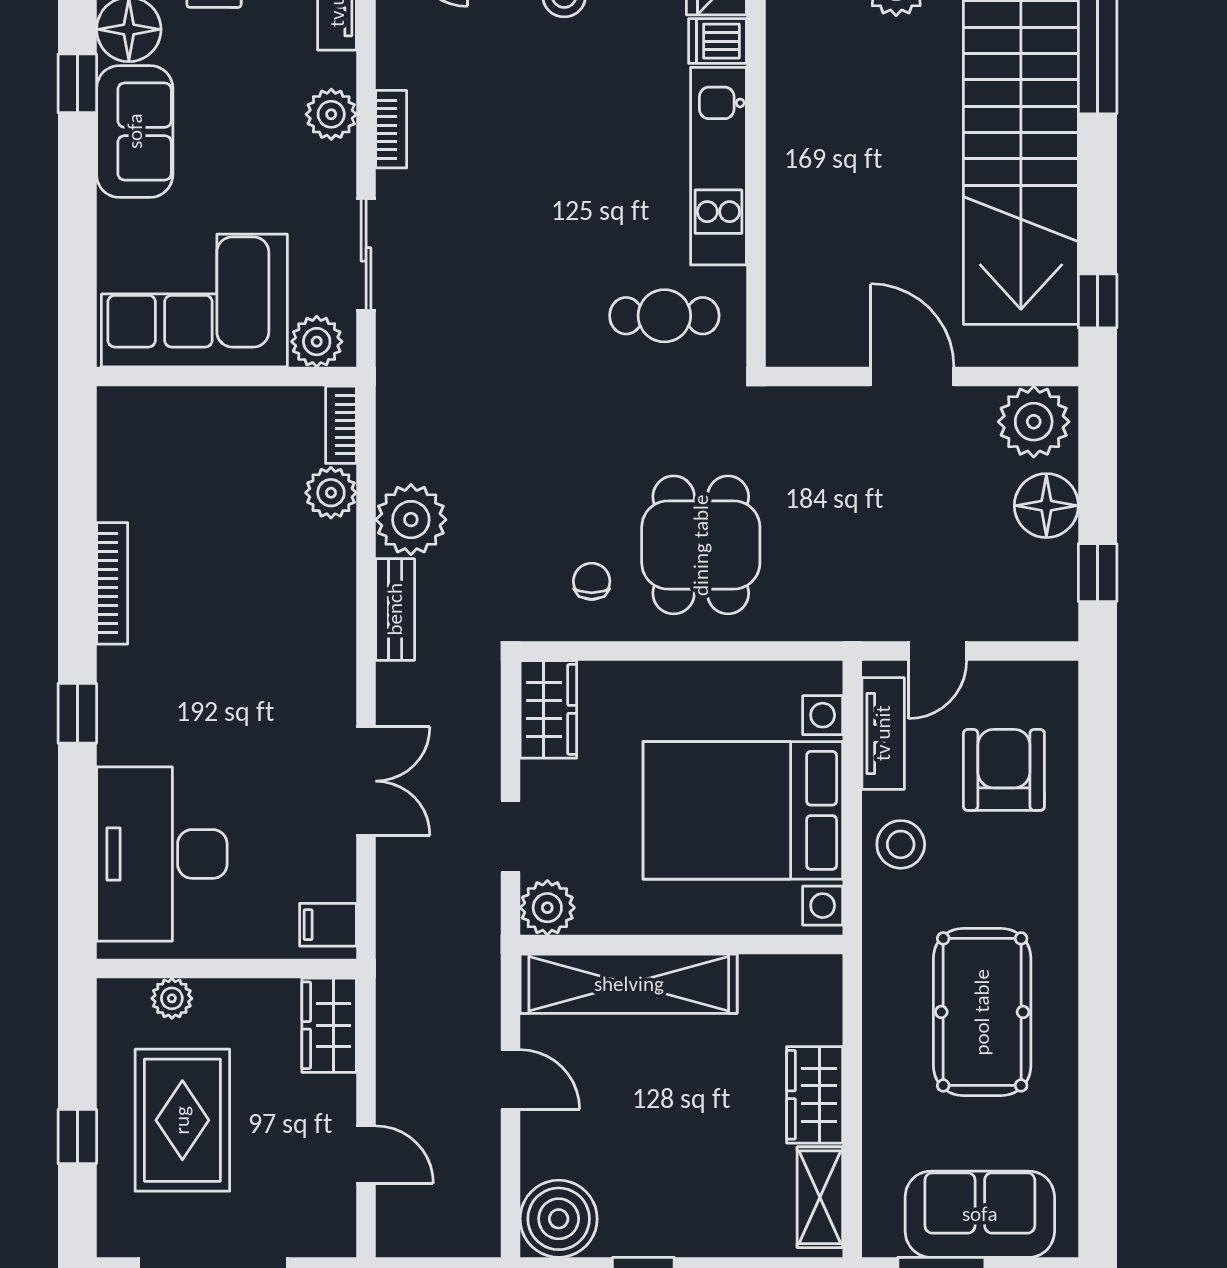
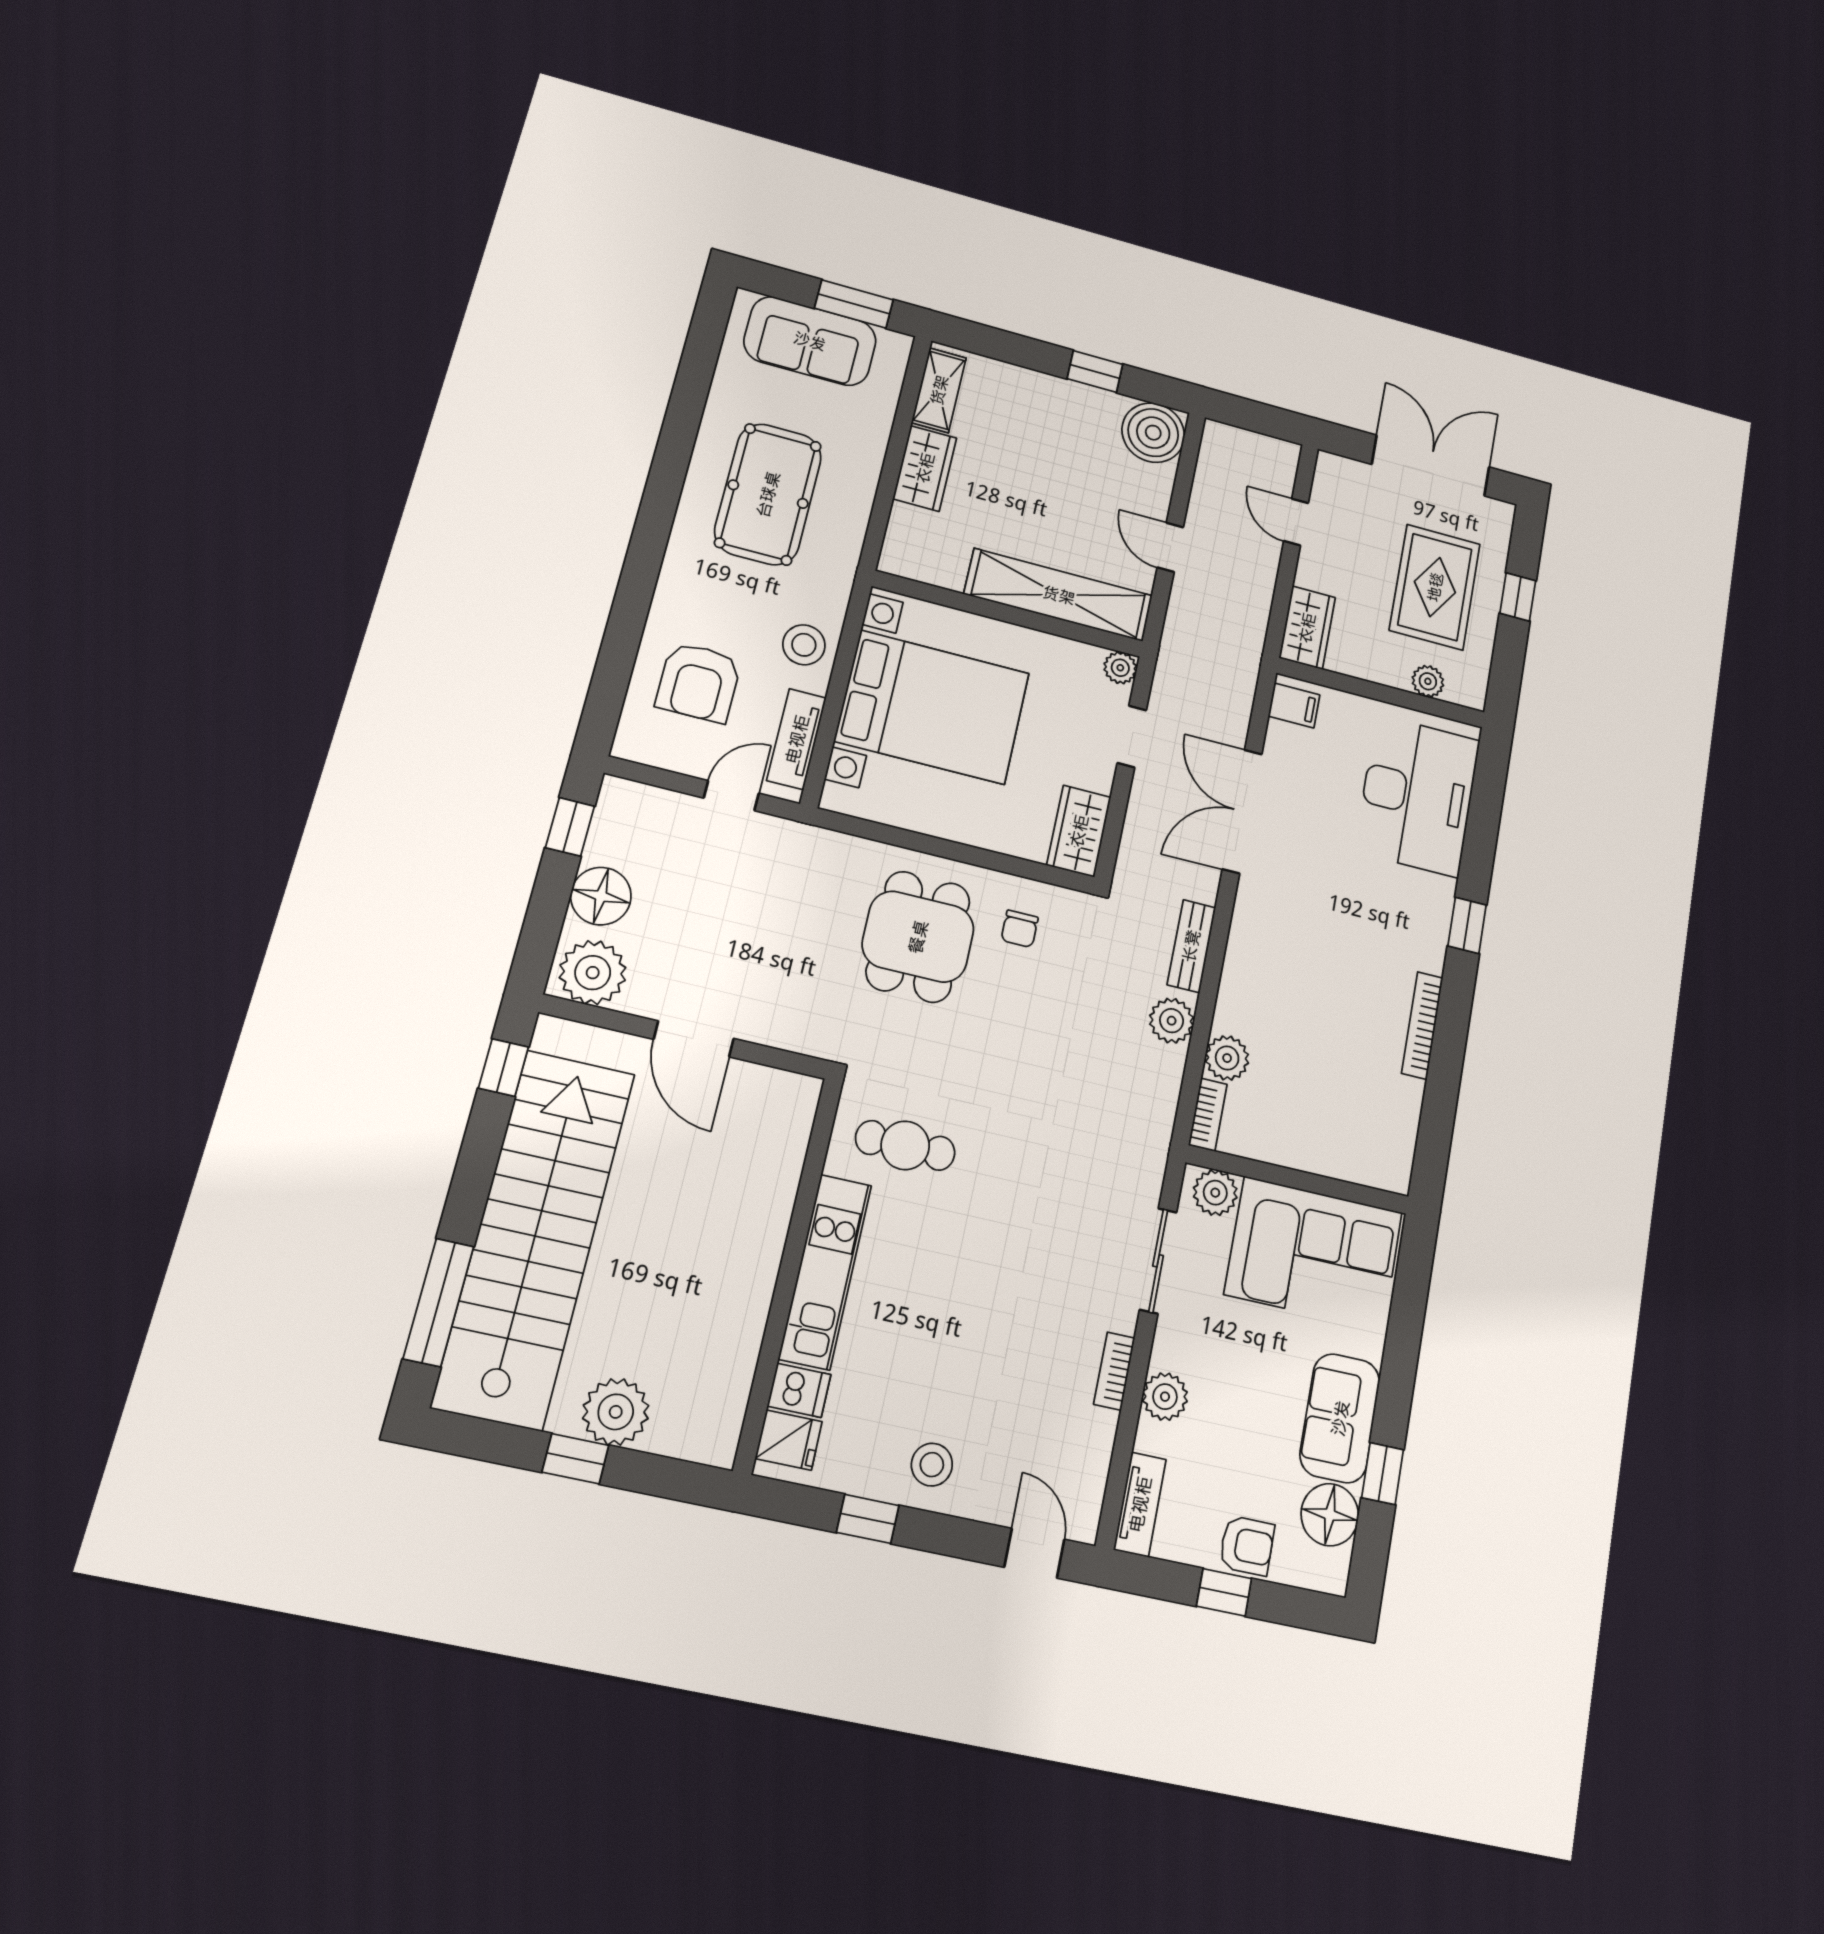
plant: (411, 520) -> (1172, 1021), width x0.73, depth x0.73
double door: (366, 781) -> (1242, 811), width x1.37
plant: (547, 908) -> (1120, 668), width x0.73, depth x0.73

